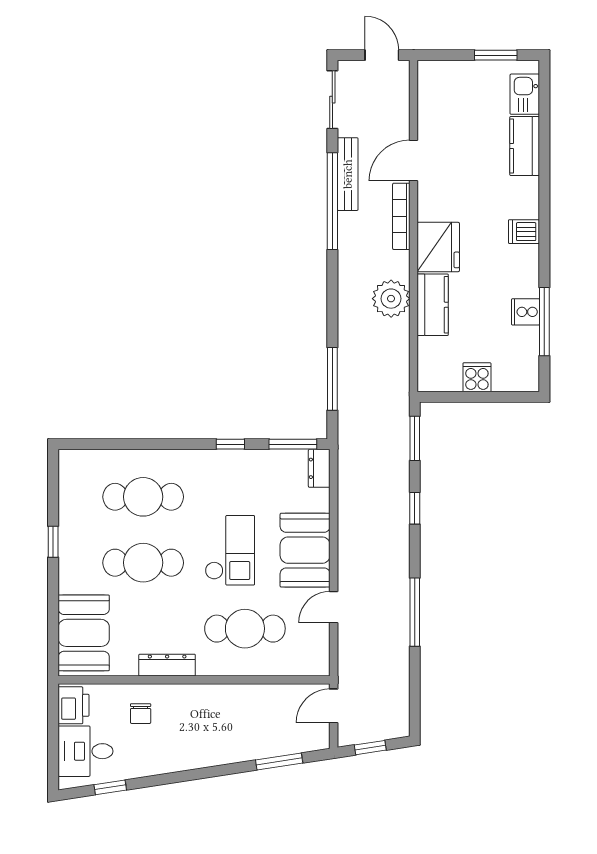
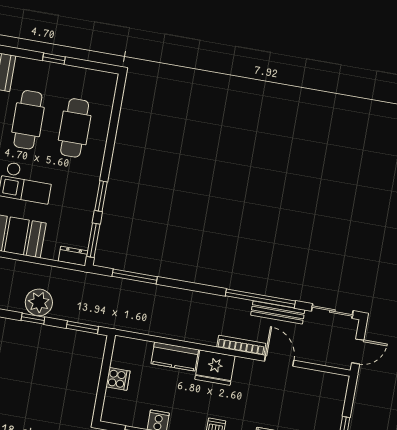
plant: (391, 299) -> (39, 302), moved
window: (230, 444) -> (101, 196), width x1.50

